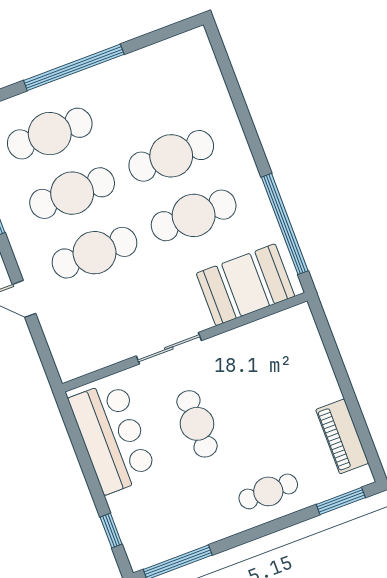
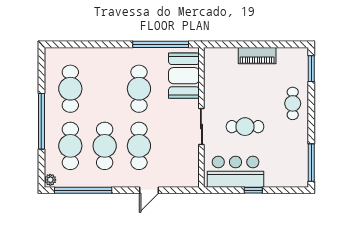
cafe table: (171, 156) -> (70, 89), moved
piano: (342, 436) -> (257, 56), moved
window: (111, 531) -> (253, 190), moved

